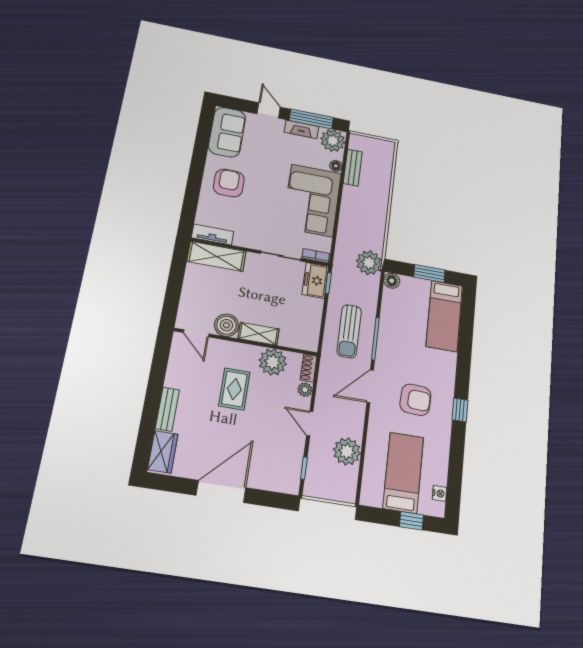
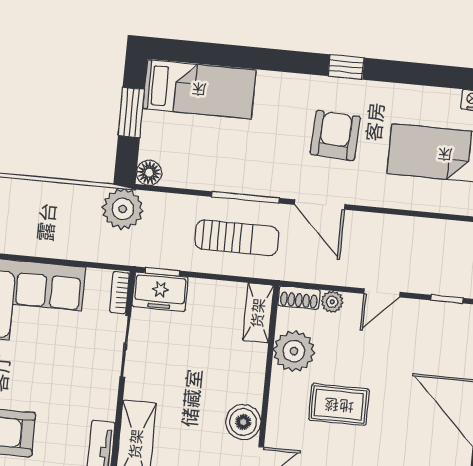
shelving: (259, 334) -> (258, 313), moved
plant: (347, 451) -> (419, 237), removed

